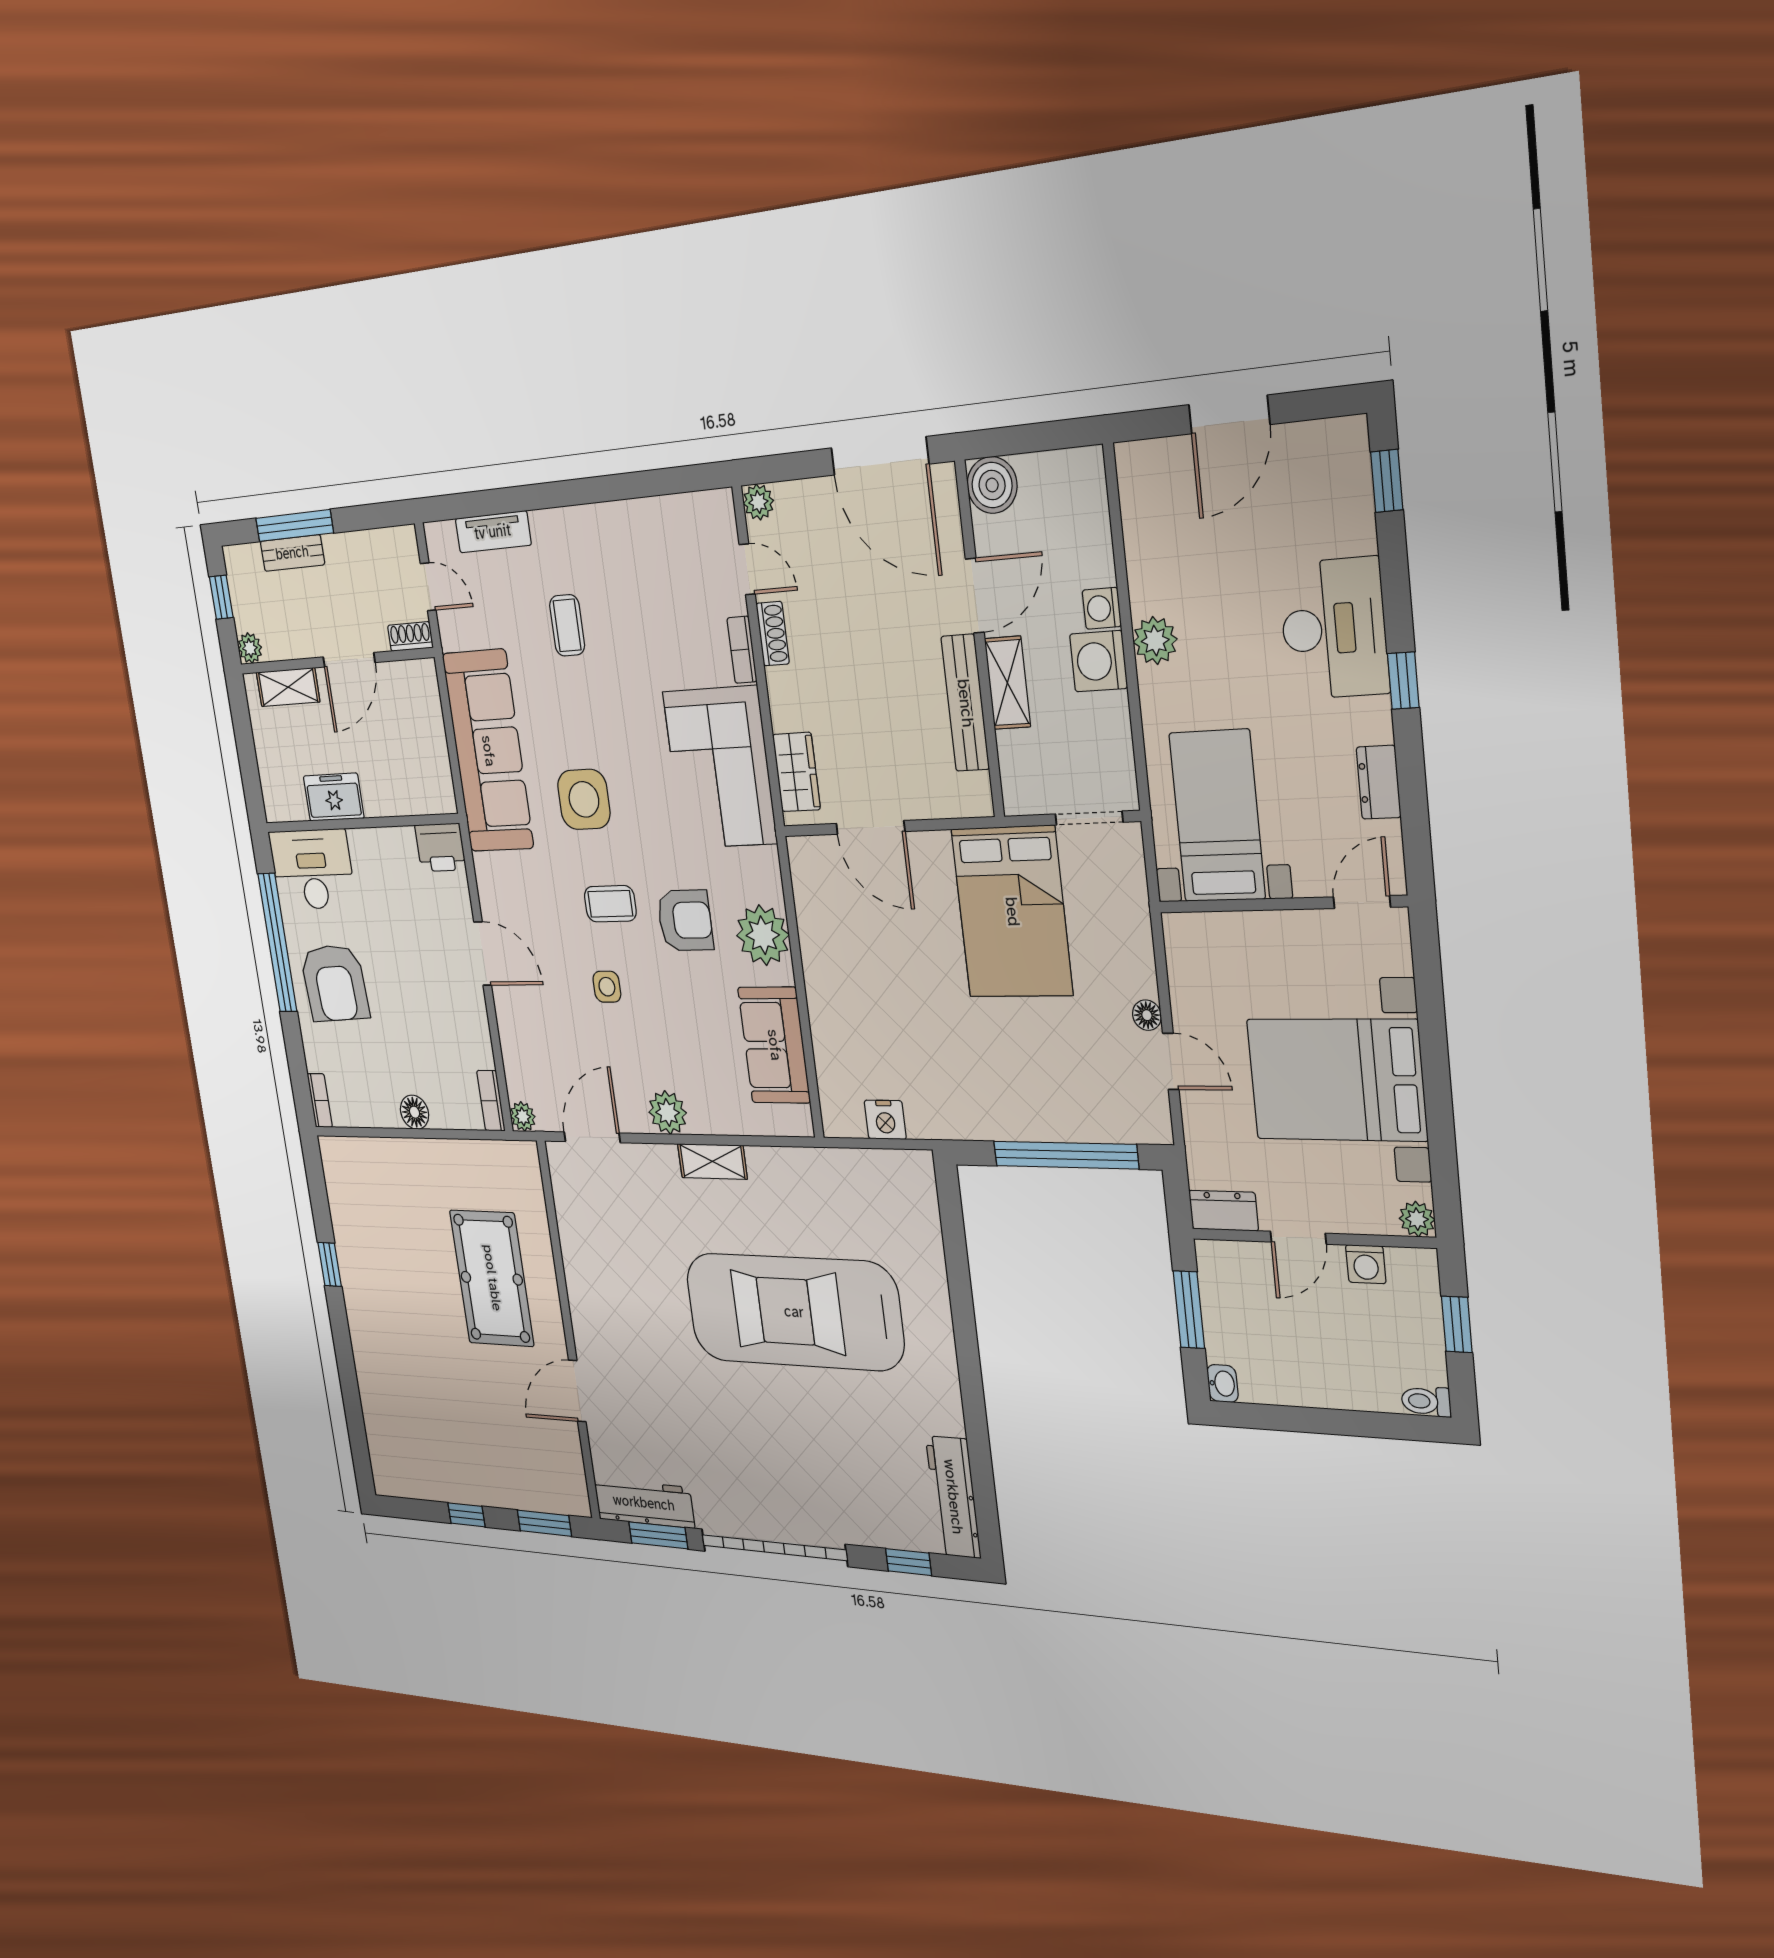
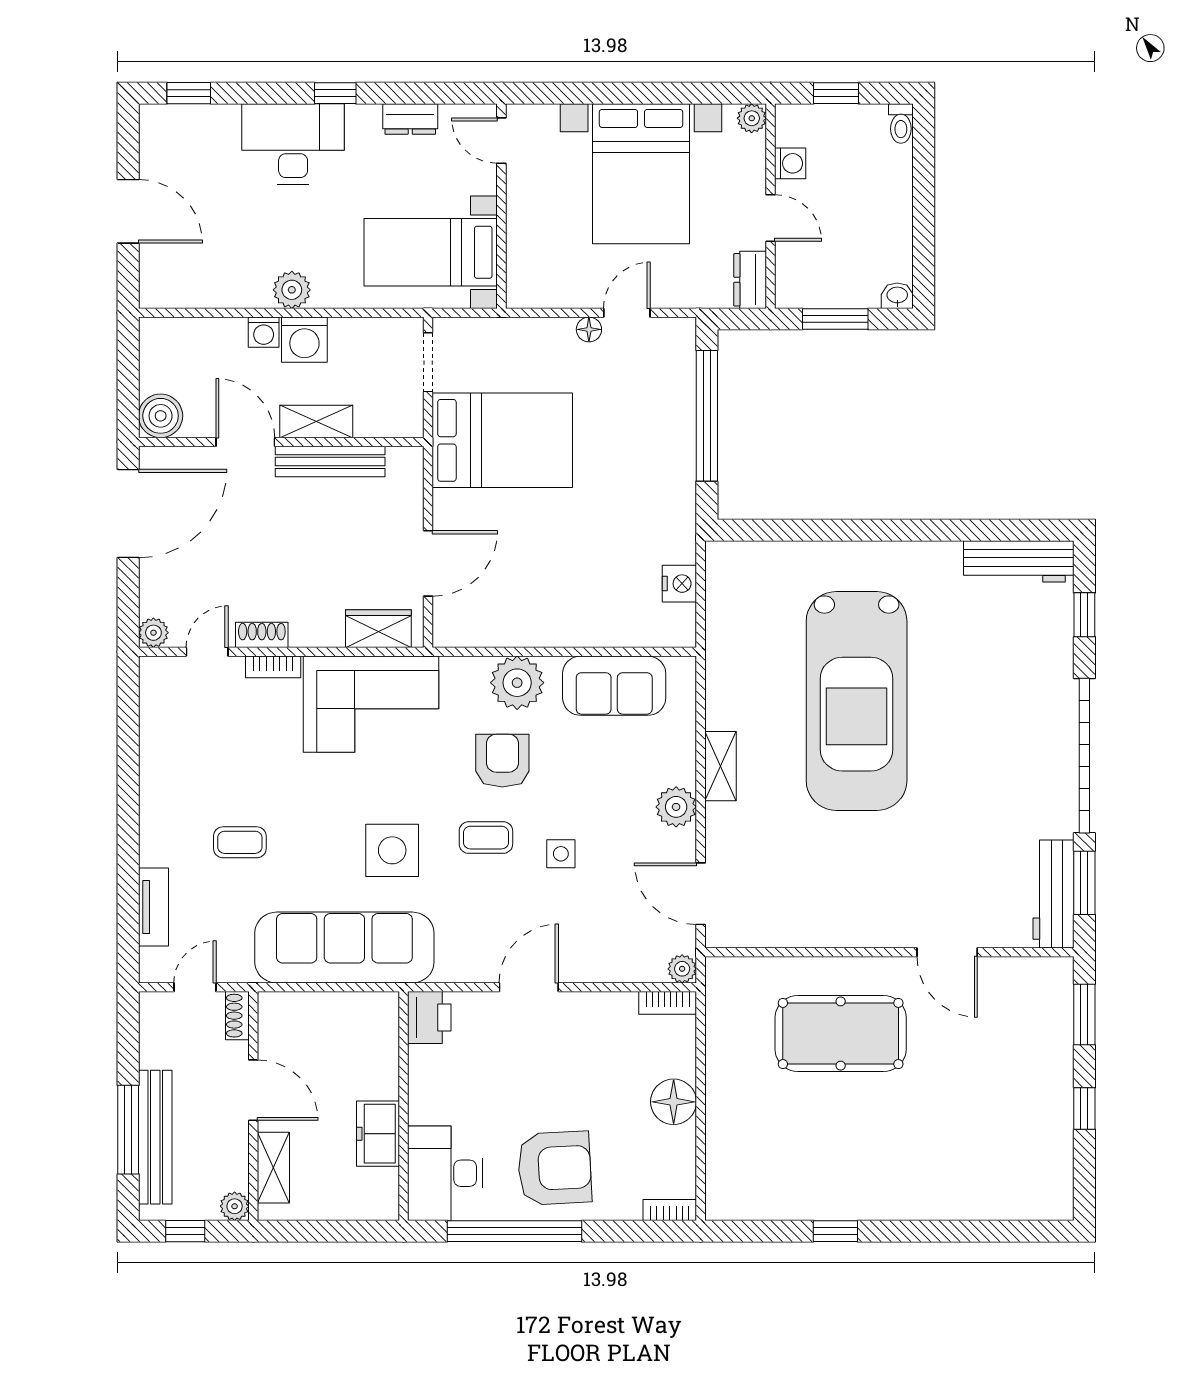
bench: (292, 553) -> (155, 1137), width x1.86, depth x1.21
coffee table: (610, 904) -> (486, 838), turned 90
floor lamp: (414, 1112) -> (674, 1102), width x1.38, depth x1.38

